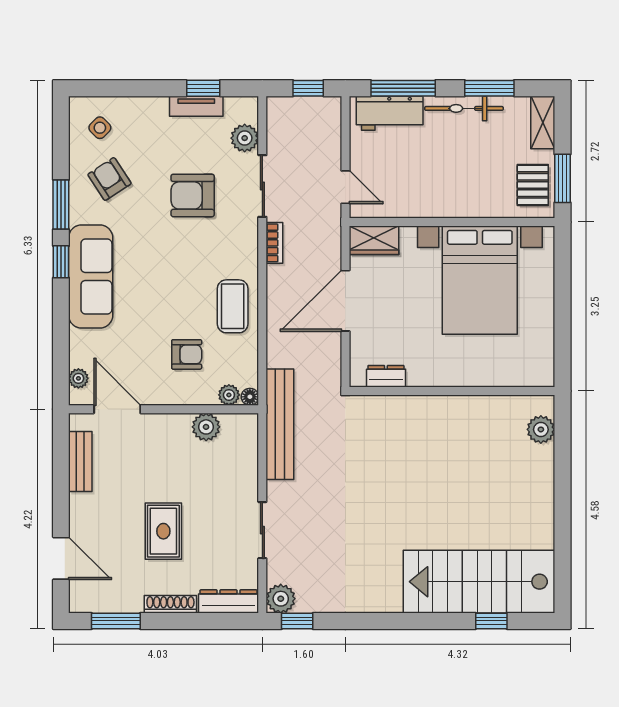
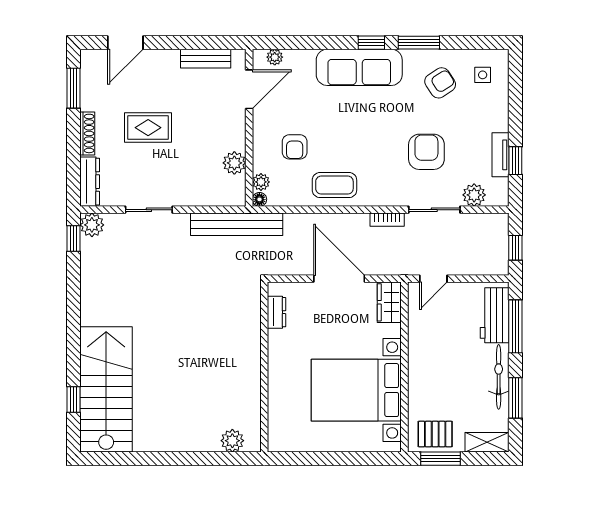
side table: (100, 128) -> (483, 75), turned 45

